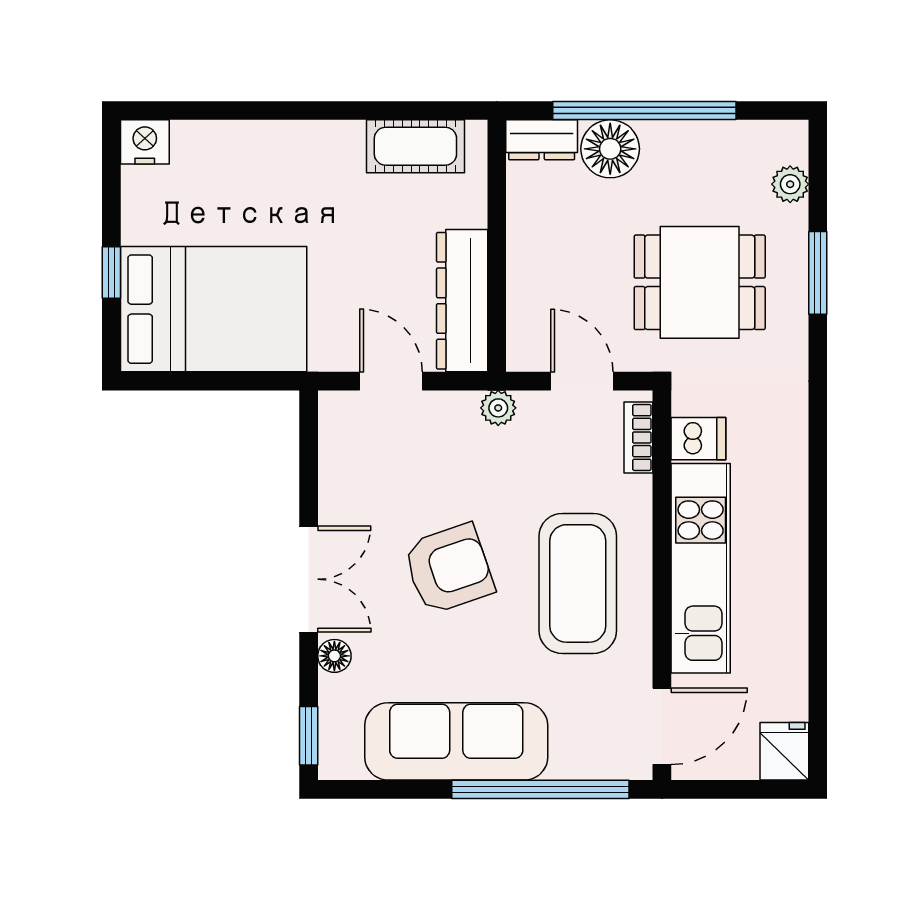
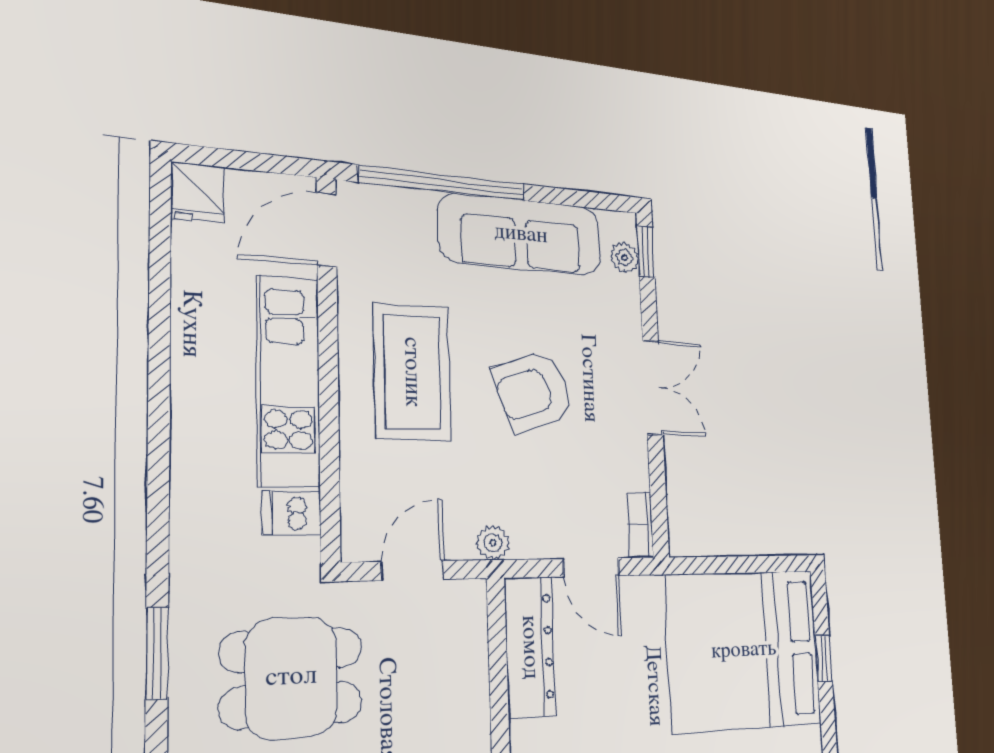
window: (818, 273) -> (157, 653), moved
bed: (214, 309) -> (744, 650), width x1.36
door: (582, 381) -> (413, 571), swing flipped
bookcase: (638, 438) -> (640, 525), moved, turned 180
double door: (309, 579) -> (653, 388), swing flipped
floor lamp: (334, 656) -> (628, 319), removed
plant: (335, 726) -> (625, 258), added

